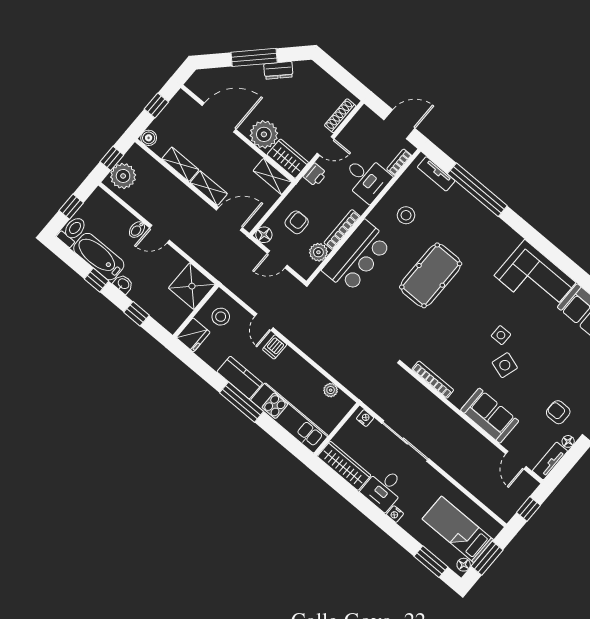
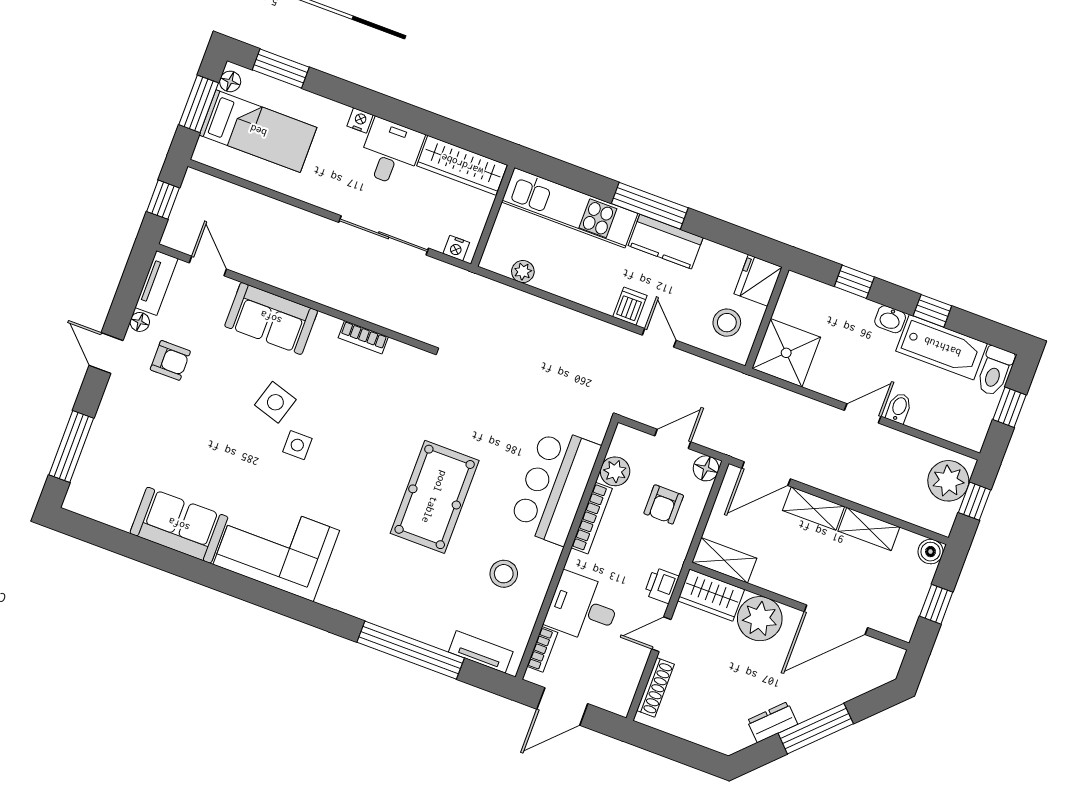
bookcase: (433, 380) -> (363, 337), width x0.64

